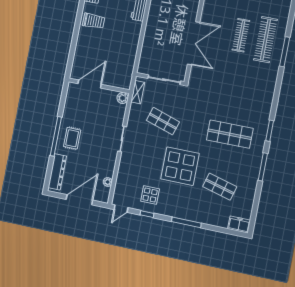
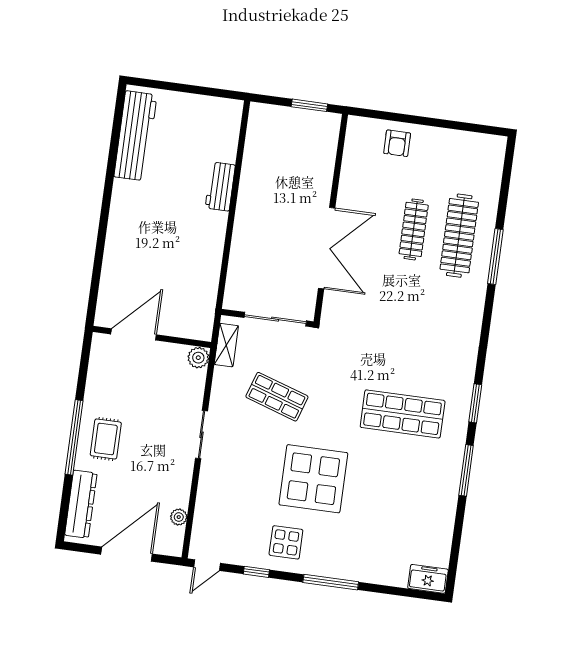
trolley: (94, 21) -> (134, 214), removed
shop shelf: (220, 187) -> (389, 512), removed
display table: (150, 195) -> (286, 542), moved

